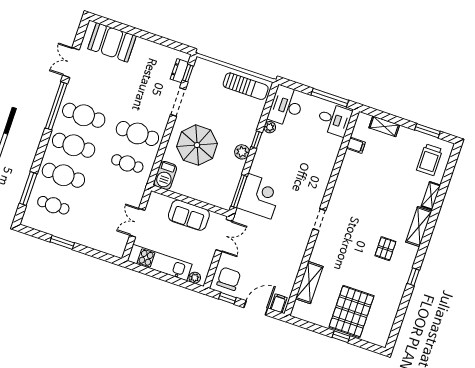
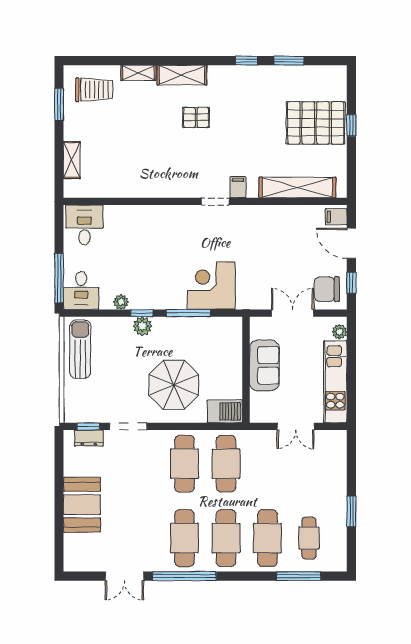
booth: (112, 42) -> (82, 505), moved
window: (330, 98) -> (59, 278), moved
desk: (286, 106) -> (81, 290), width x0.73
filing cabinet: (356, 145) -> (238, 187), moved
plant: (242, 152) -> (142, 326), moved
cafe table: (127, 163) -> (226, 464), width x1.37, depth x1.35
window: (239, 191) -> (188, 313), moved
double door: (224, 236) -> (293, 313), moved
pallet: (385, 249) -> (196, 117), moved
shelving: (309, 283) -> (297, 187), width x1.47
window: (403, 307) -> (289, 61), added

